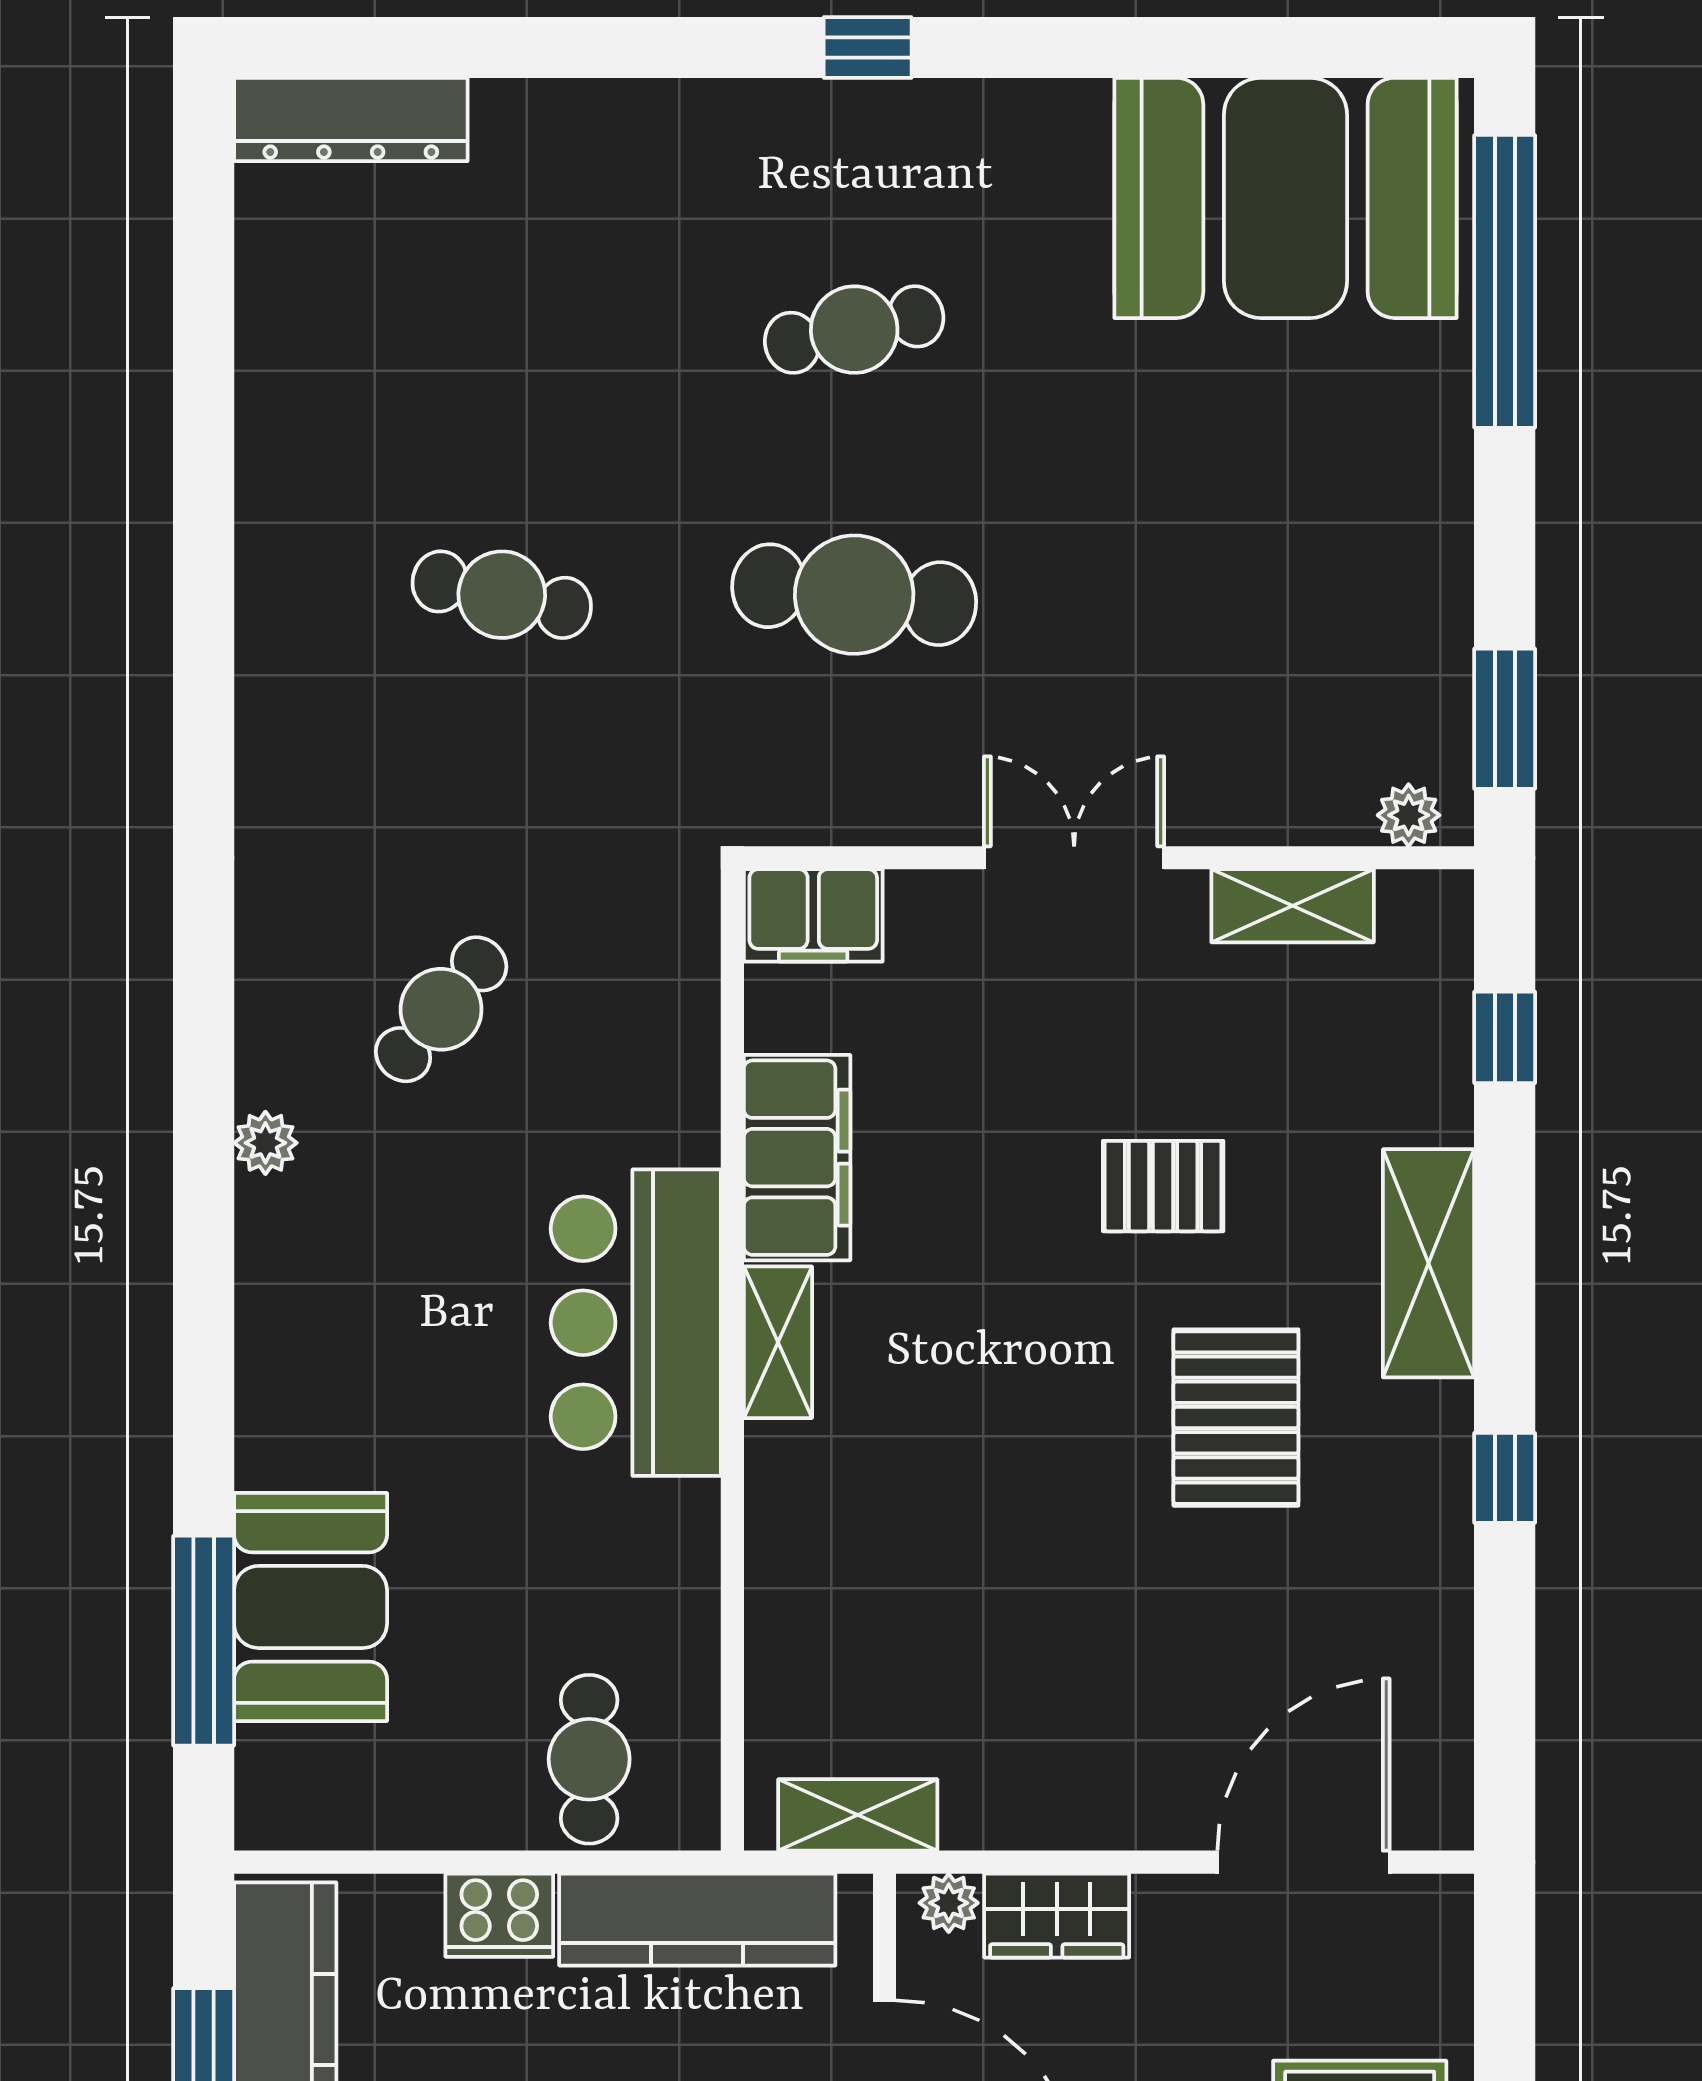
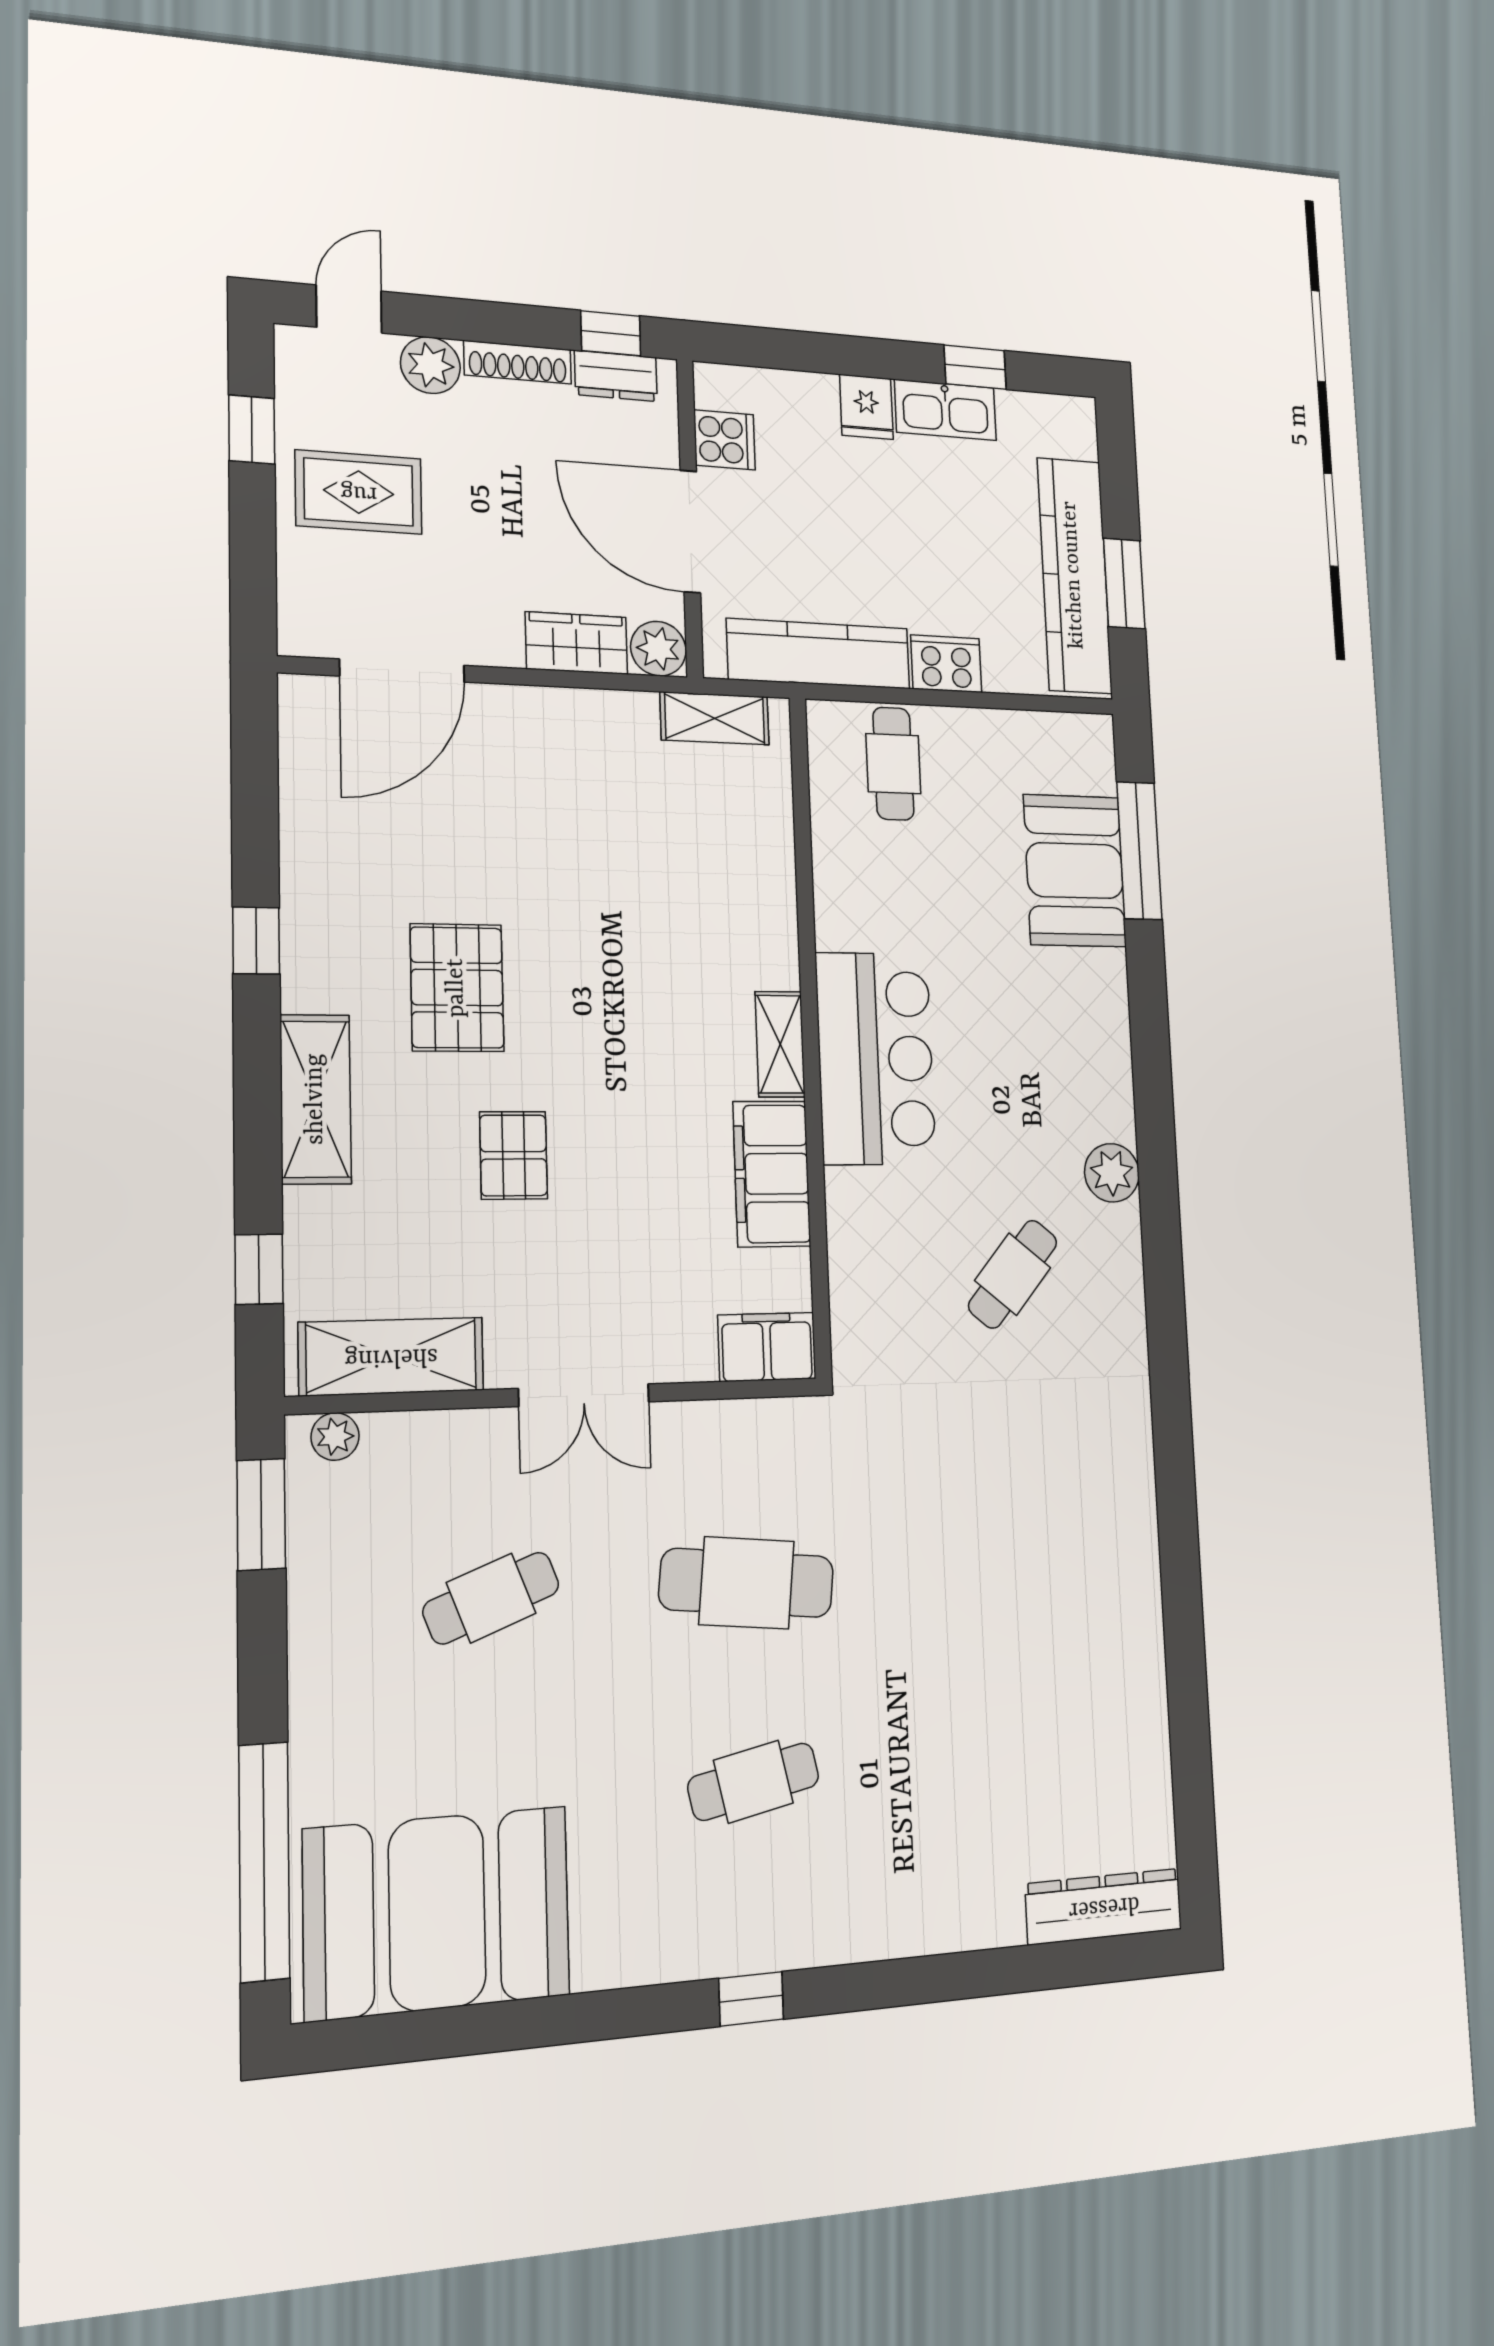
cafe table: (502, 595) -> (491, 1598), moved, turned -33
shelving: (1293, 906) -> (391, 1356), width x1.50, depth x1.33
plant: (265, 1143) -> (1112, 1173), width x1.38, depth x1.38
pallet: (1163, 1186) -> (514, 1155), turned 90
plant: (949, 1903) -> (658, 649), width x1.38, depth x1.38

